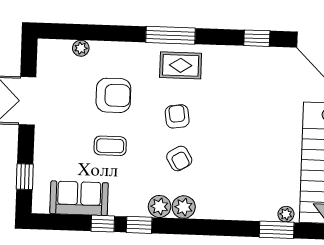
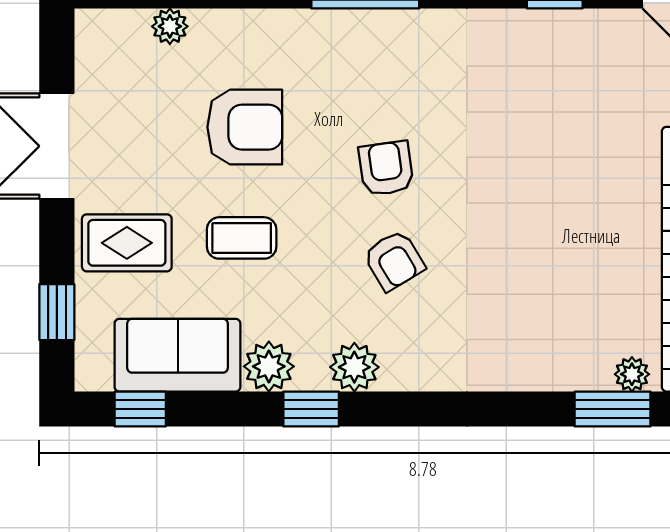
rug: (181, 65) -> (127, 243), moved
plant: (184, 207) -> (269, 366), moved
window: (103, 224) -> (140, 409), moved

